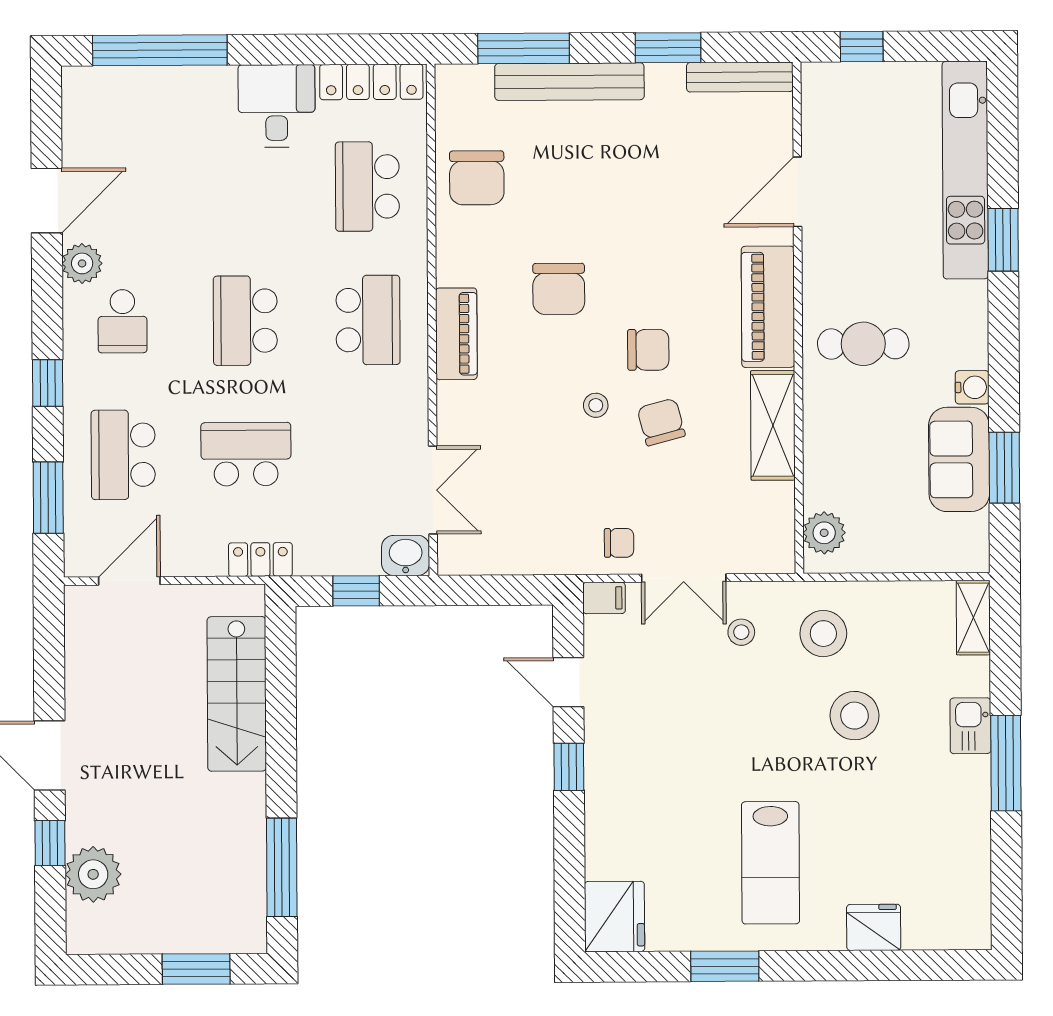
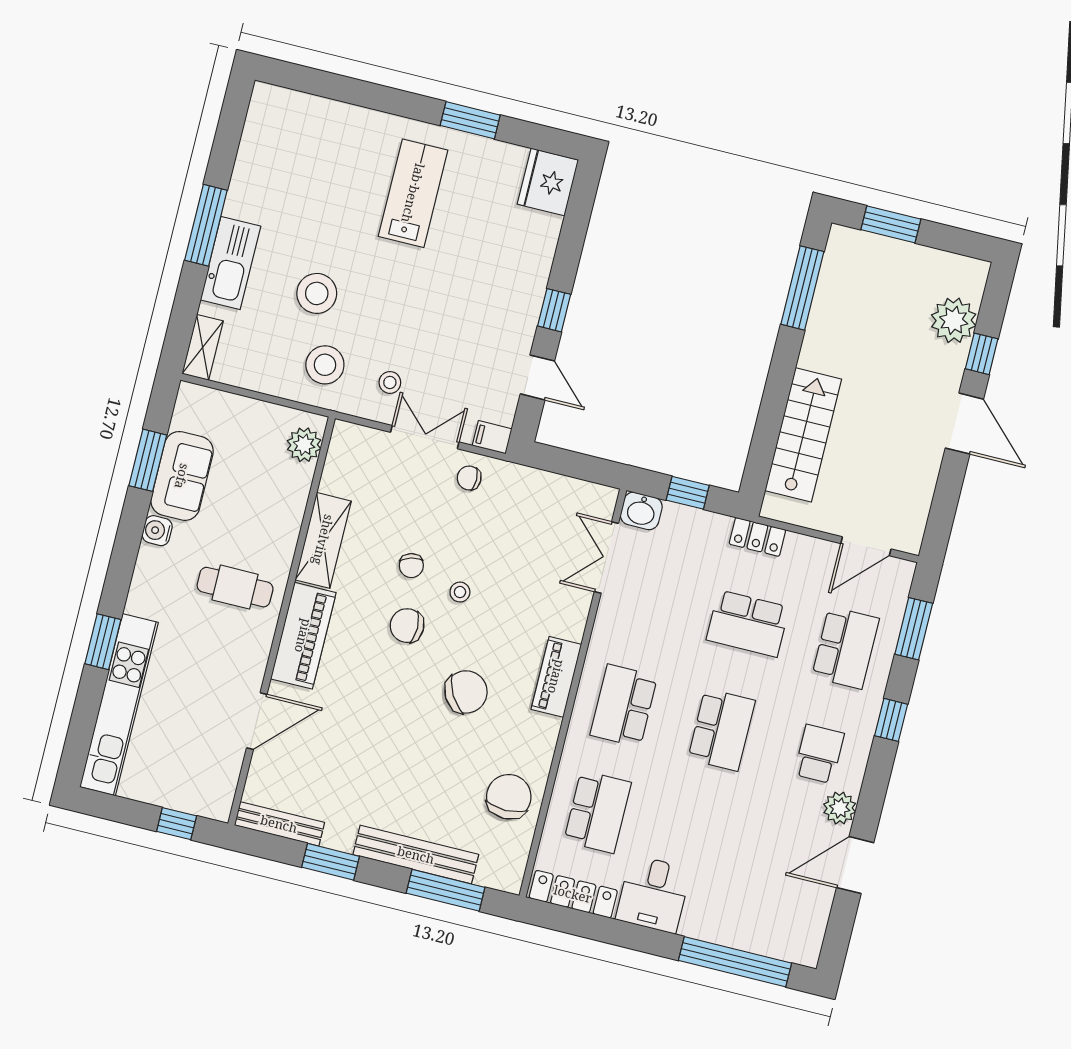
chair: (559, 289) -> (466, 692), turned 60
chair: (661, 422) -> (411, 566), width x0.73, depth x0.73
kitchen sink: (970, 726) -> (231, 263), width x1.87, depth x1.24
fridge: (874, 927) -> (344, 121), removed

